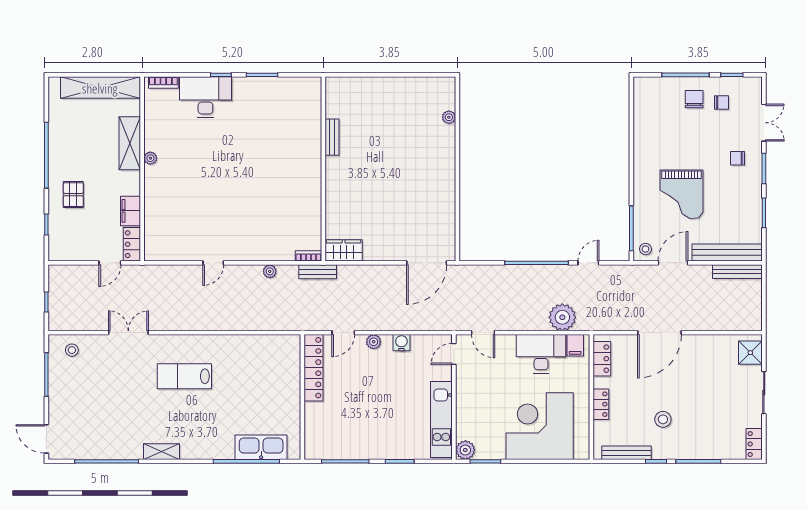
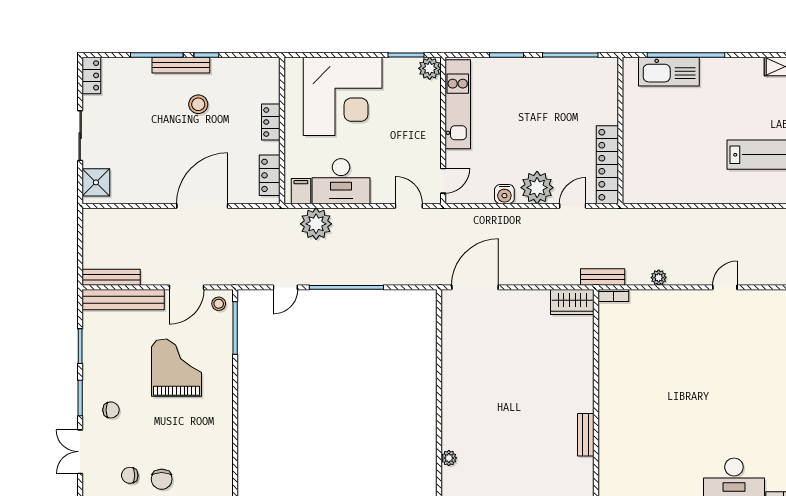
plant: (374, 342) -> (537, 188), width x1.88, depth x1.88
bench: (627, 453) -> (181, 65), moved

